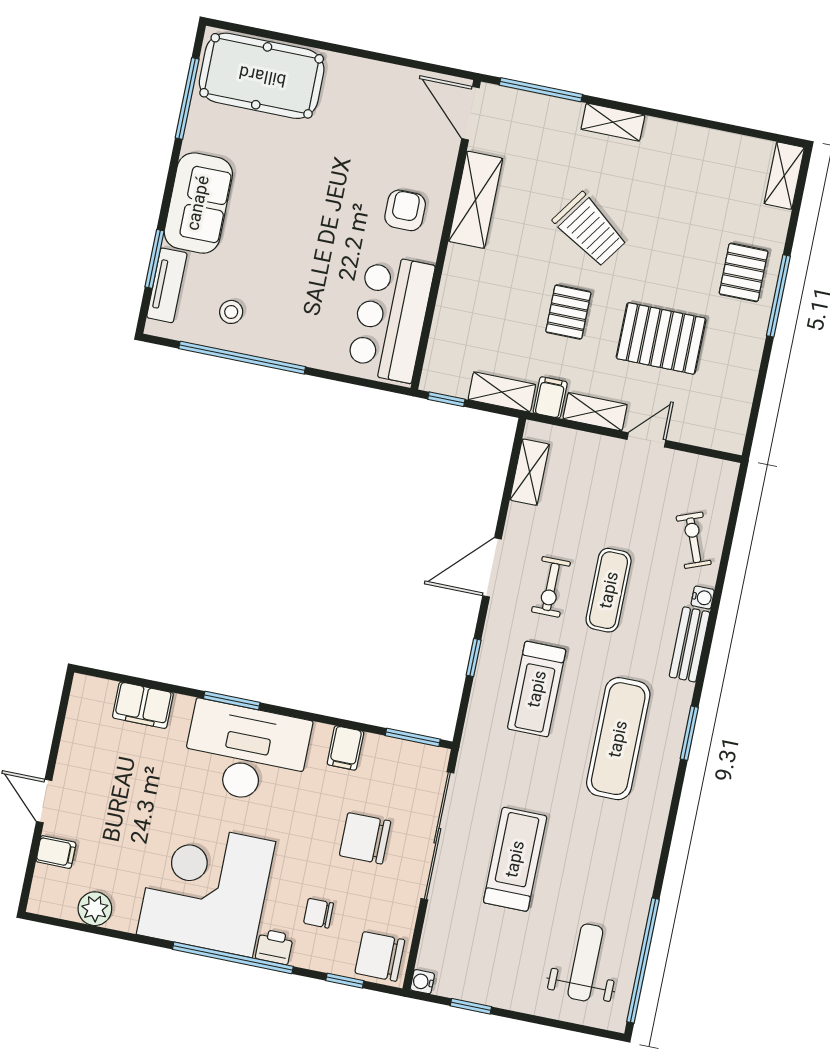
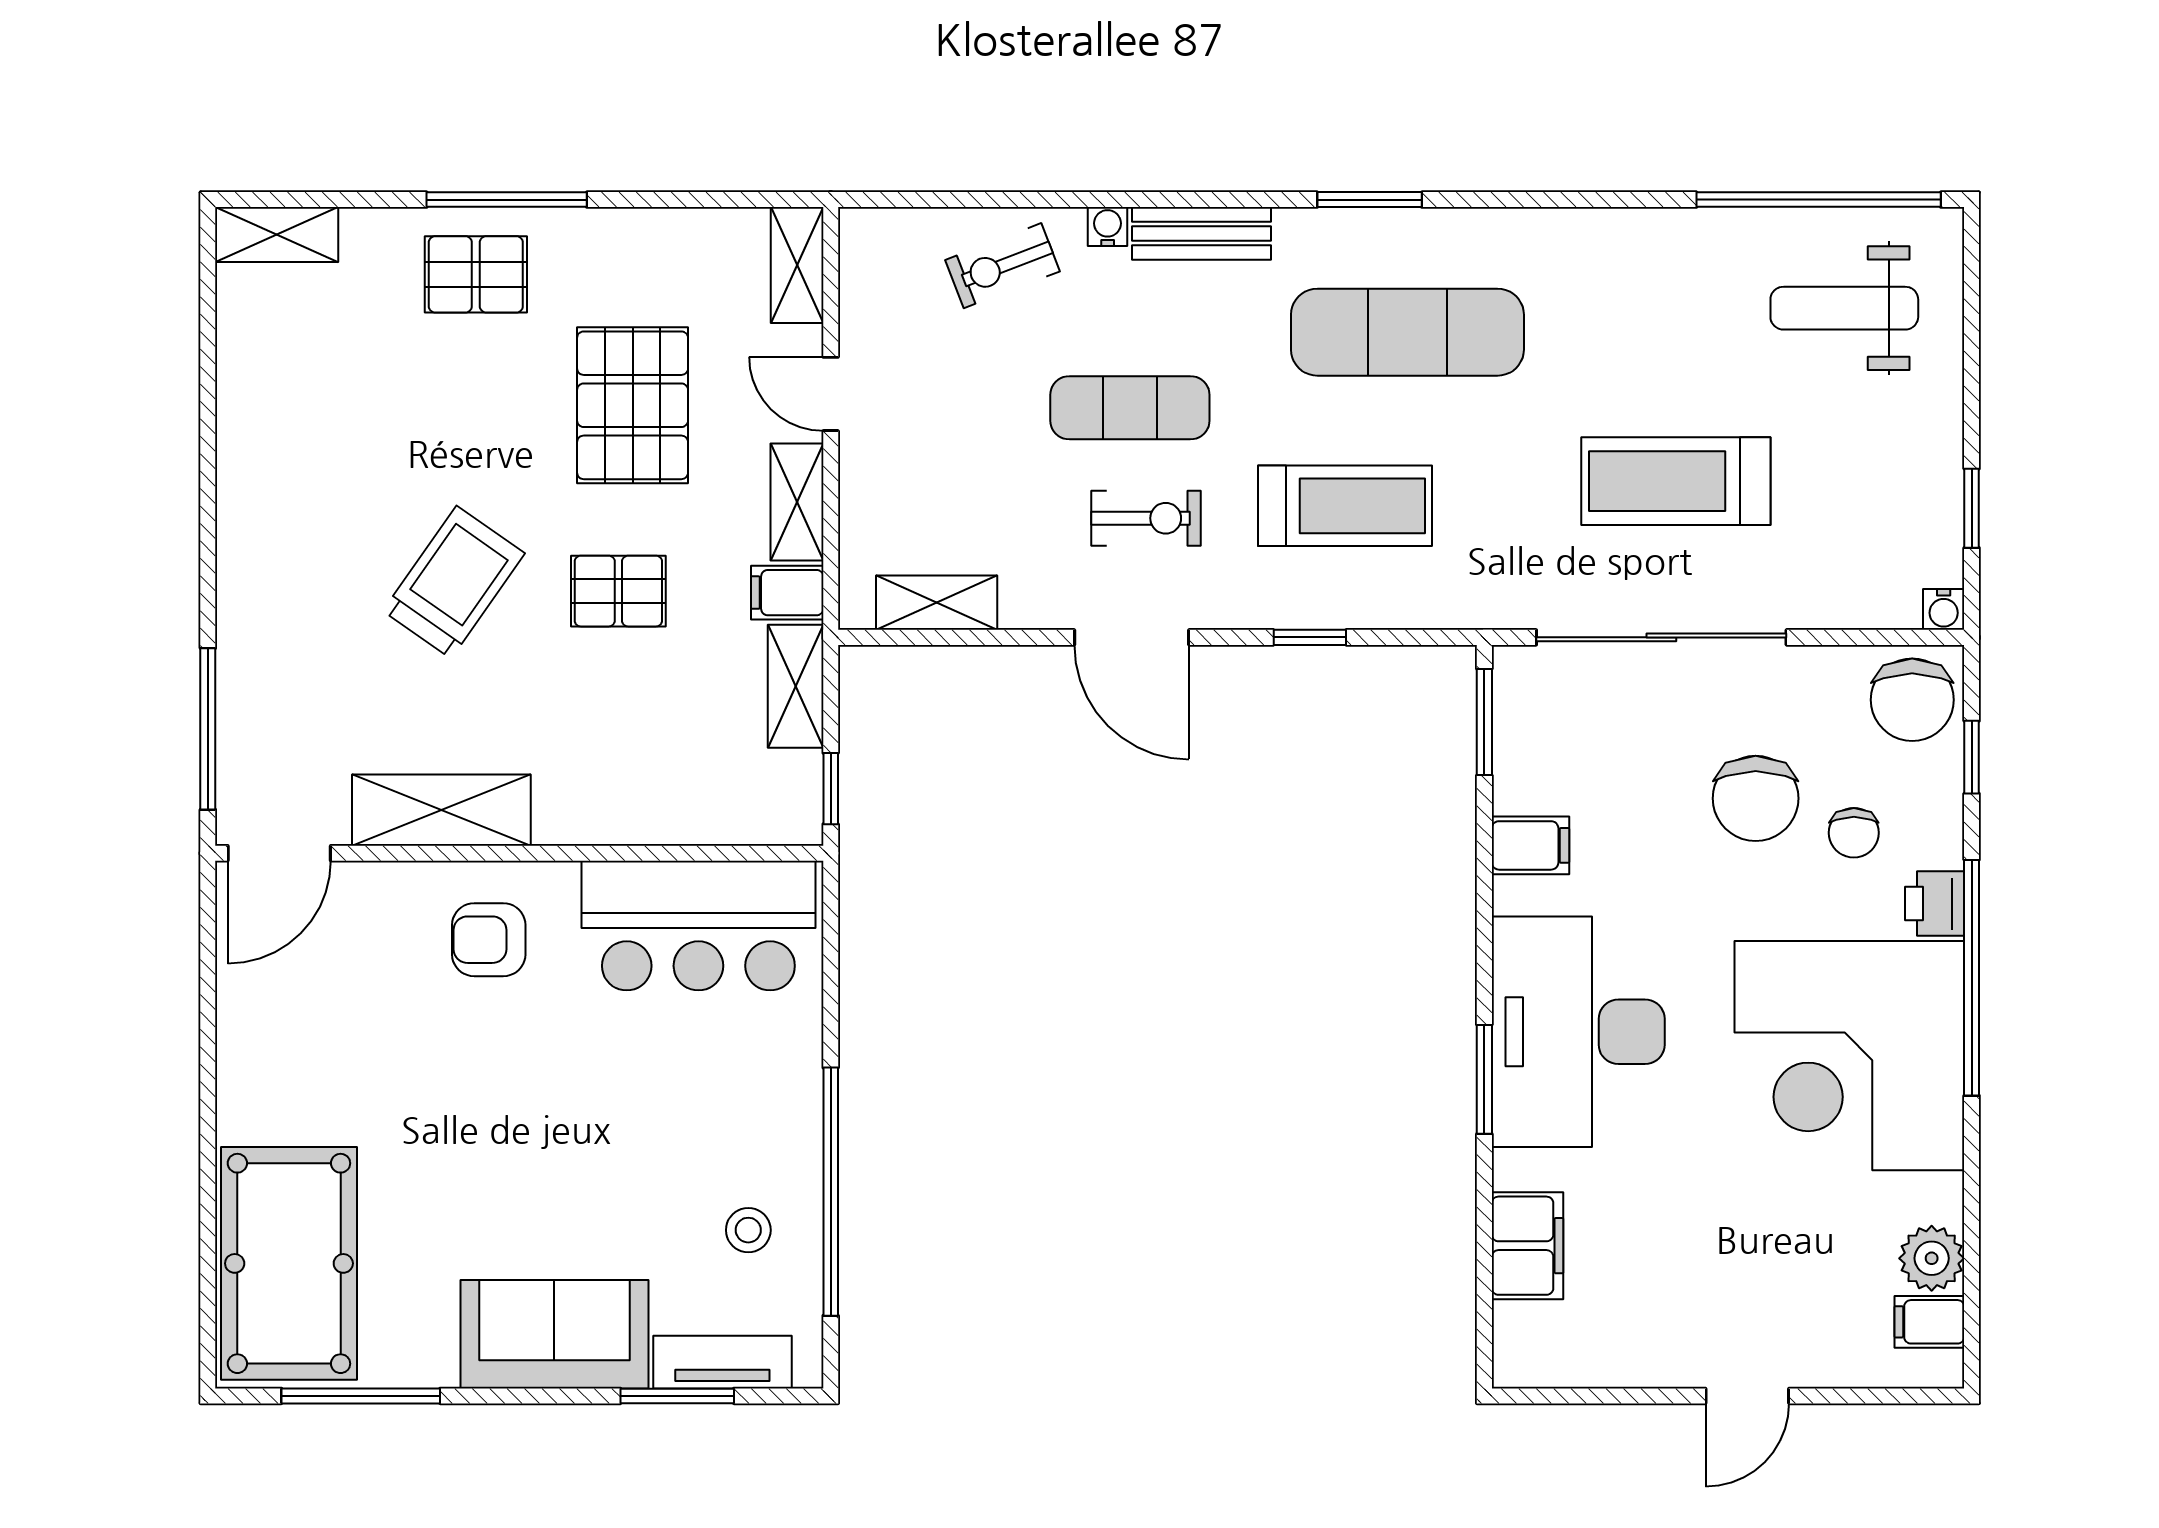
shelving: (613, 122) -> (797, 265), moved
chair: (365, 838) -> (1756, 798), moved
filing cabinet: (56, 852) -> (1929, 1322), moved, turned -90

